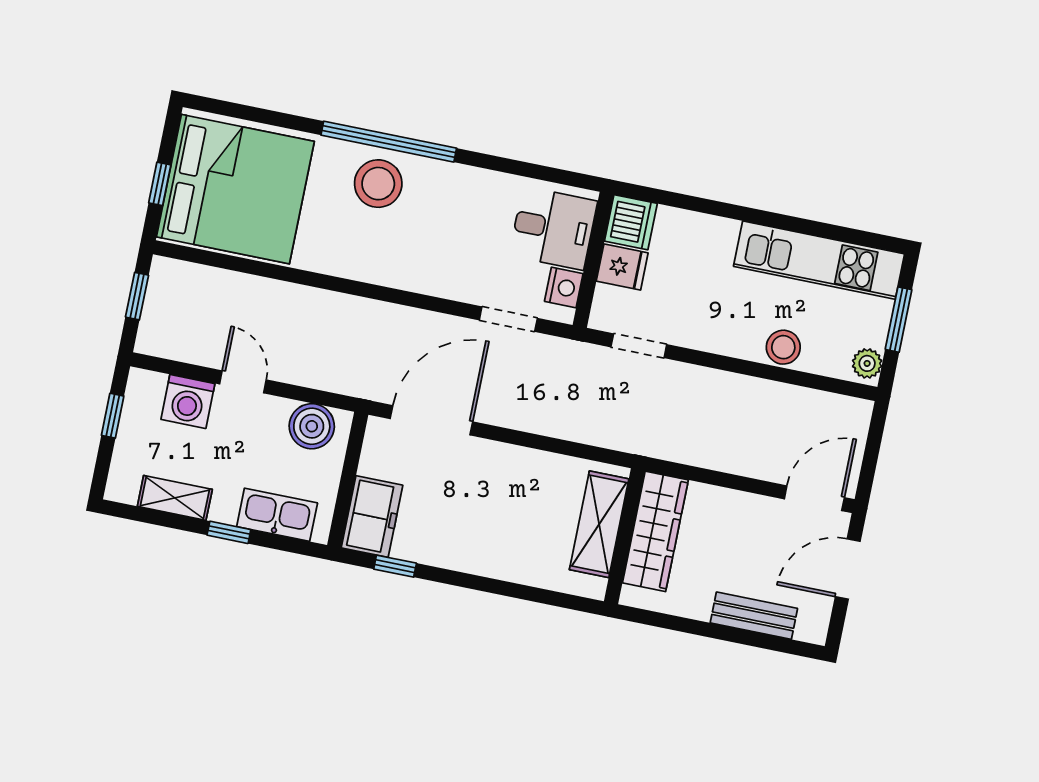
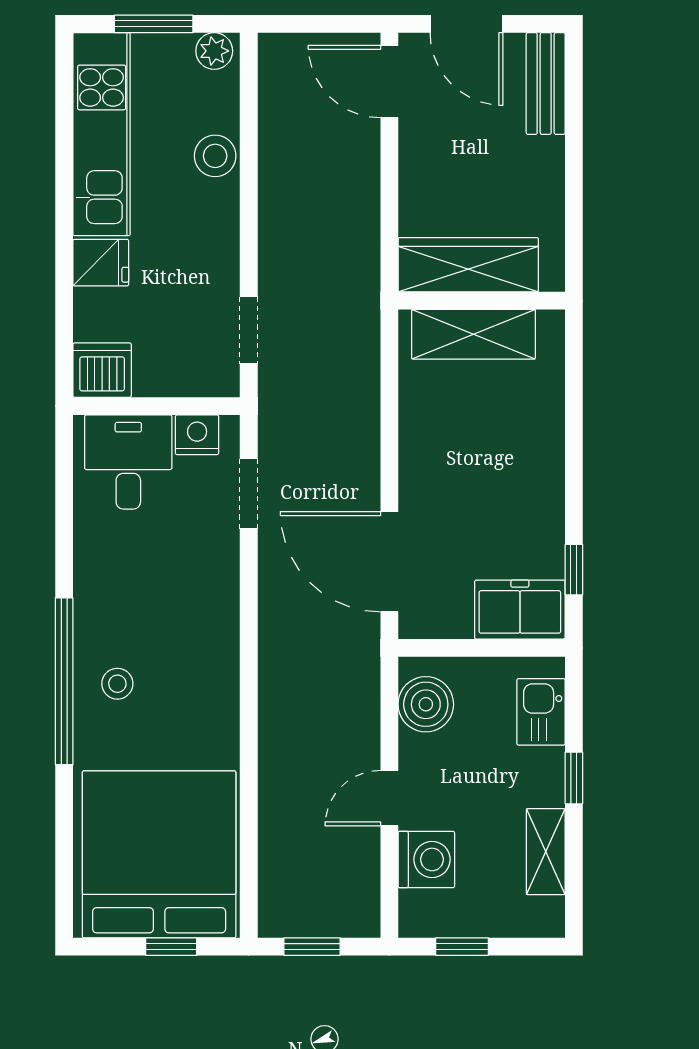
stool: (378, 184) -> (117, 684), width x0.53, depth x0.53
fridge: (622, 267) -> (101, 263), moved, turned 90
kitchen sink: (277, 515) -> (541, 712), width x0.73
bench: (754, 616) -> (546, 84), moved

